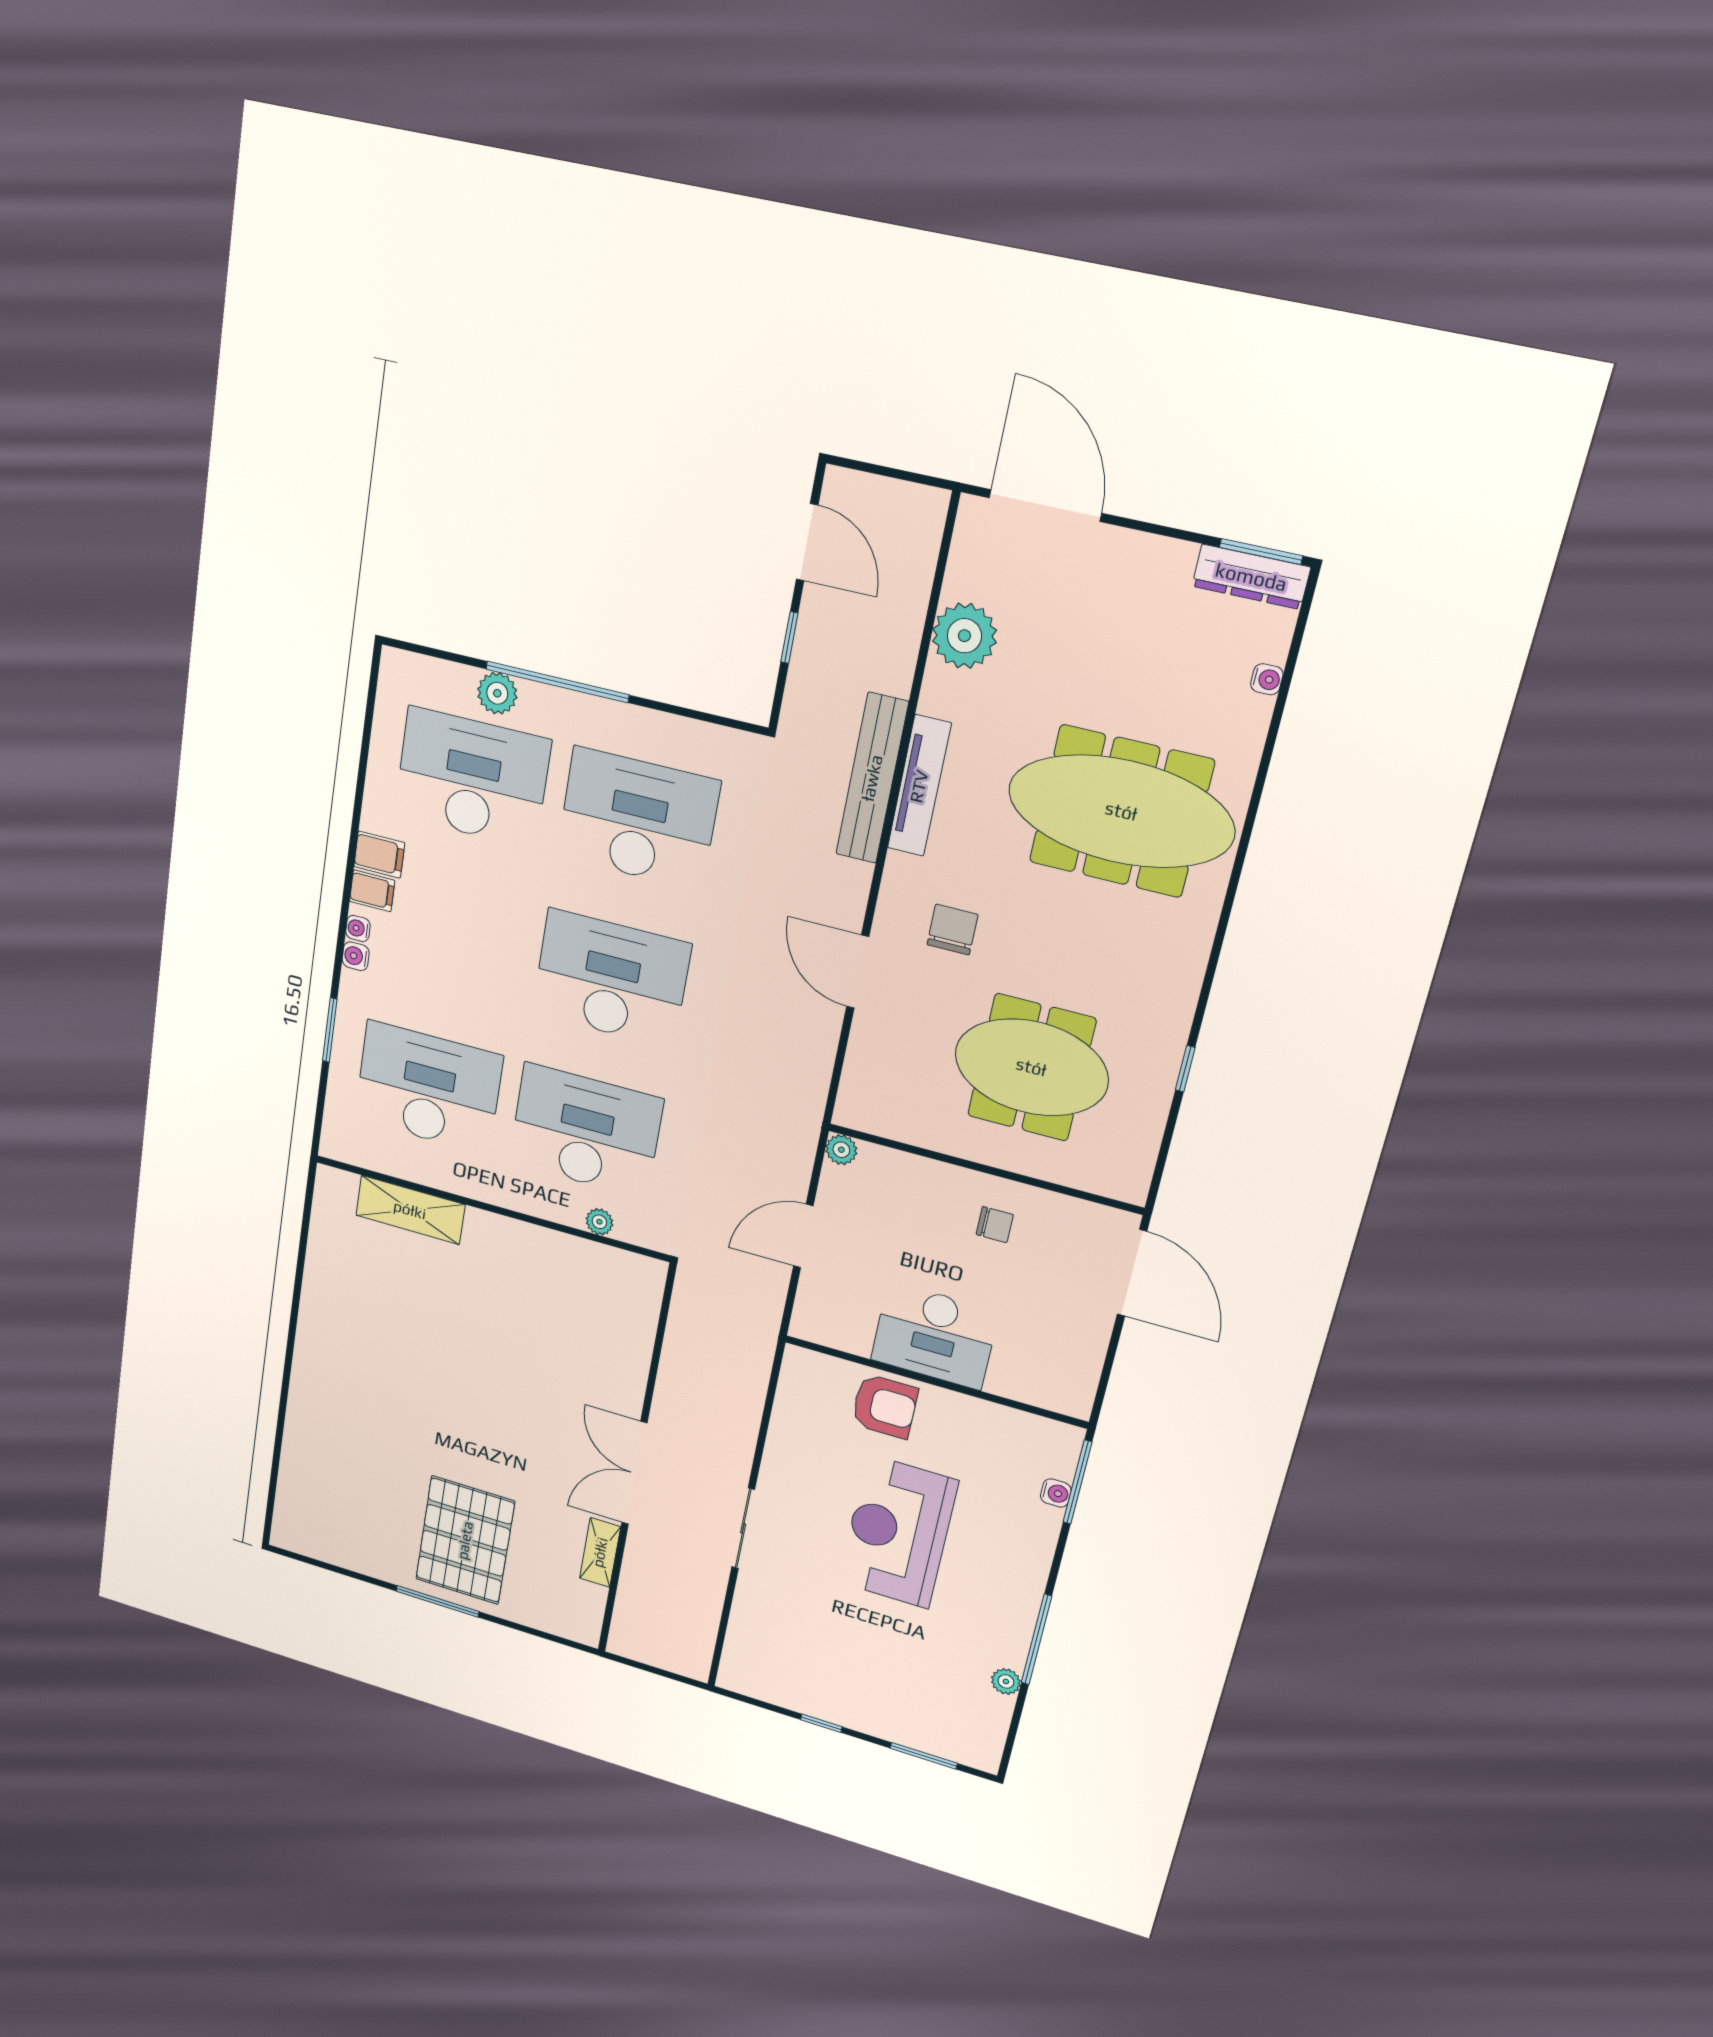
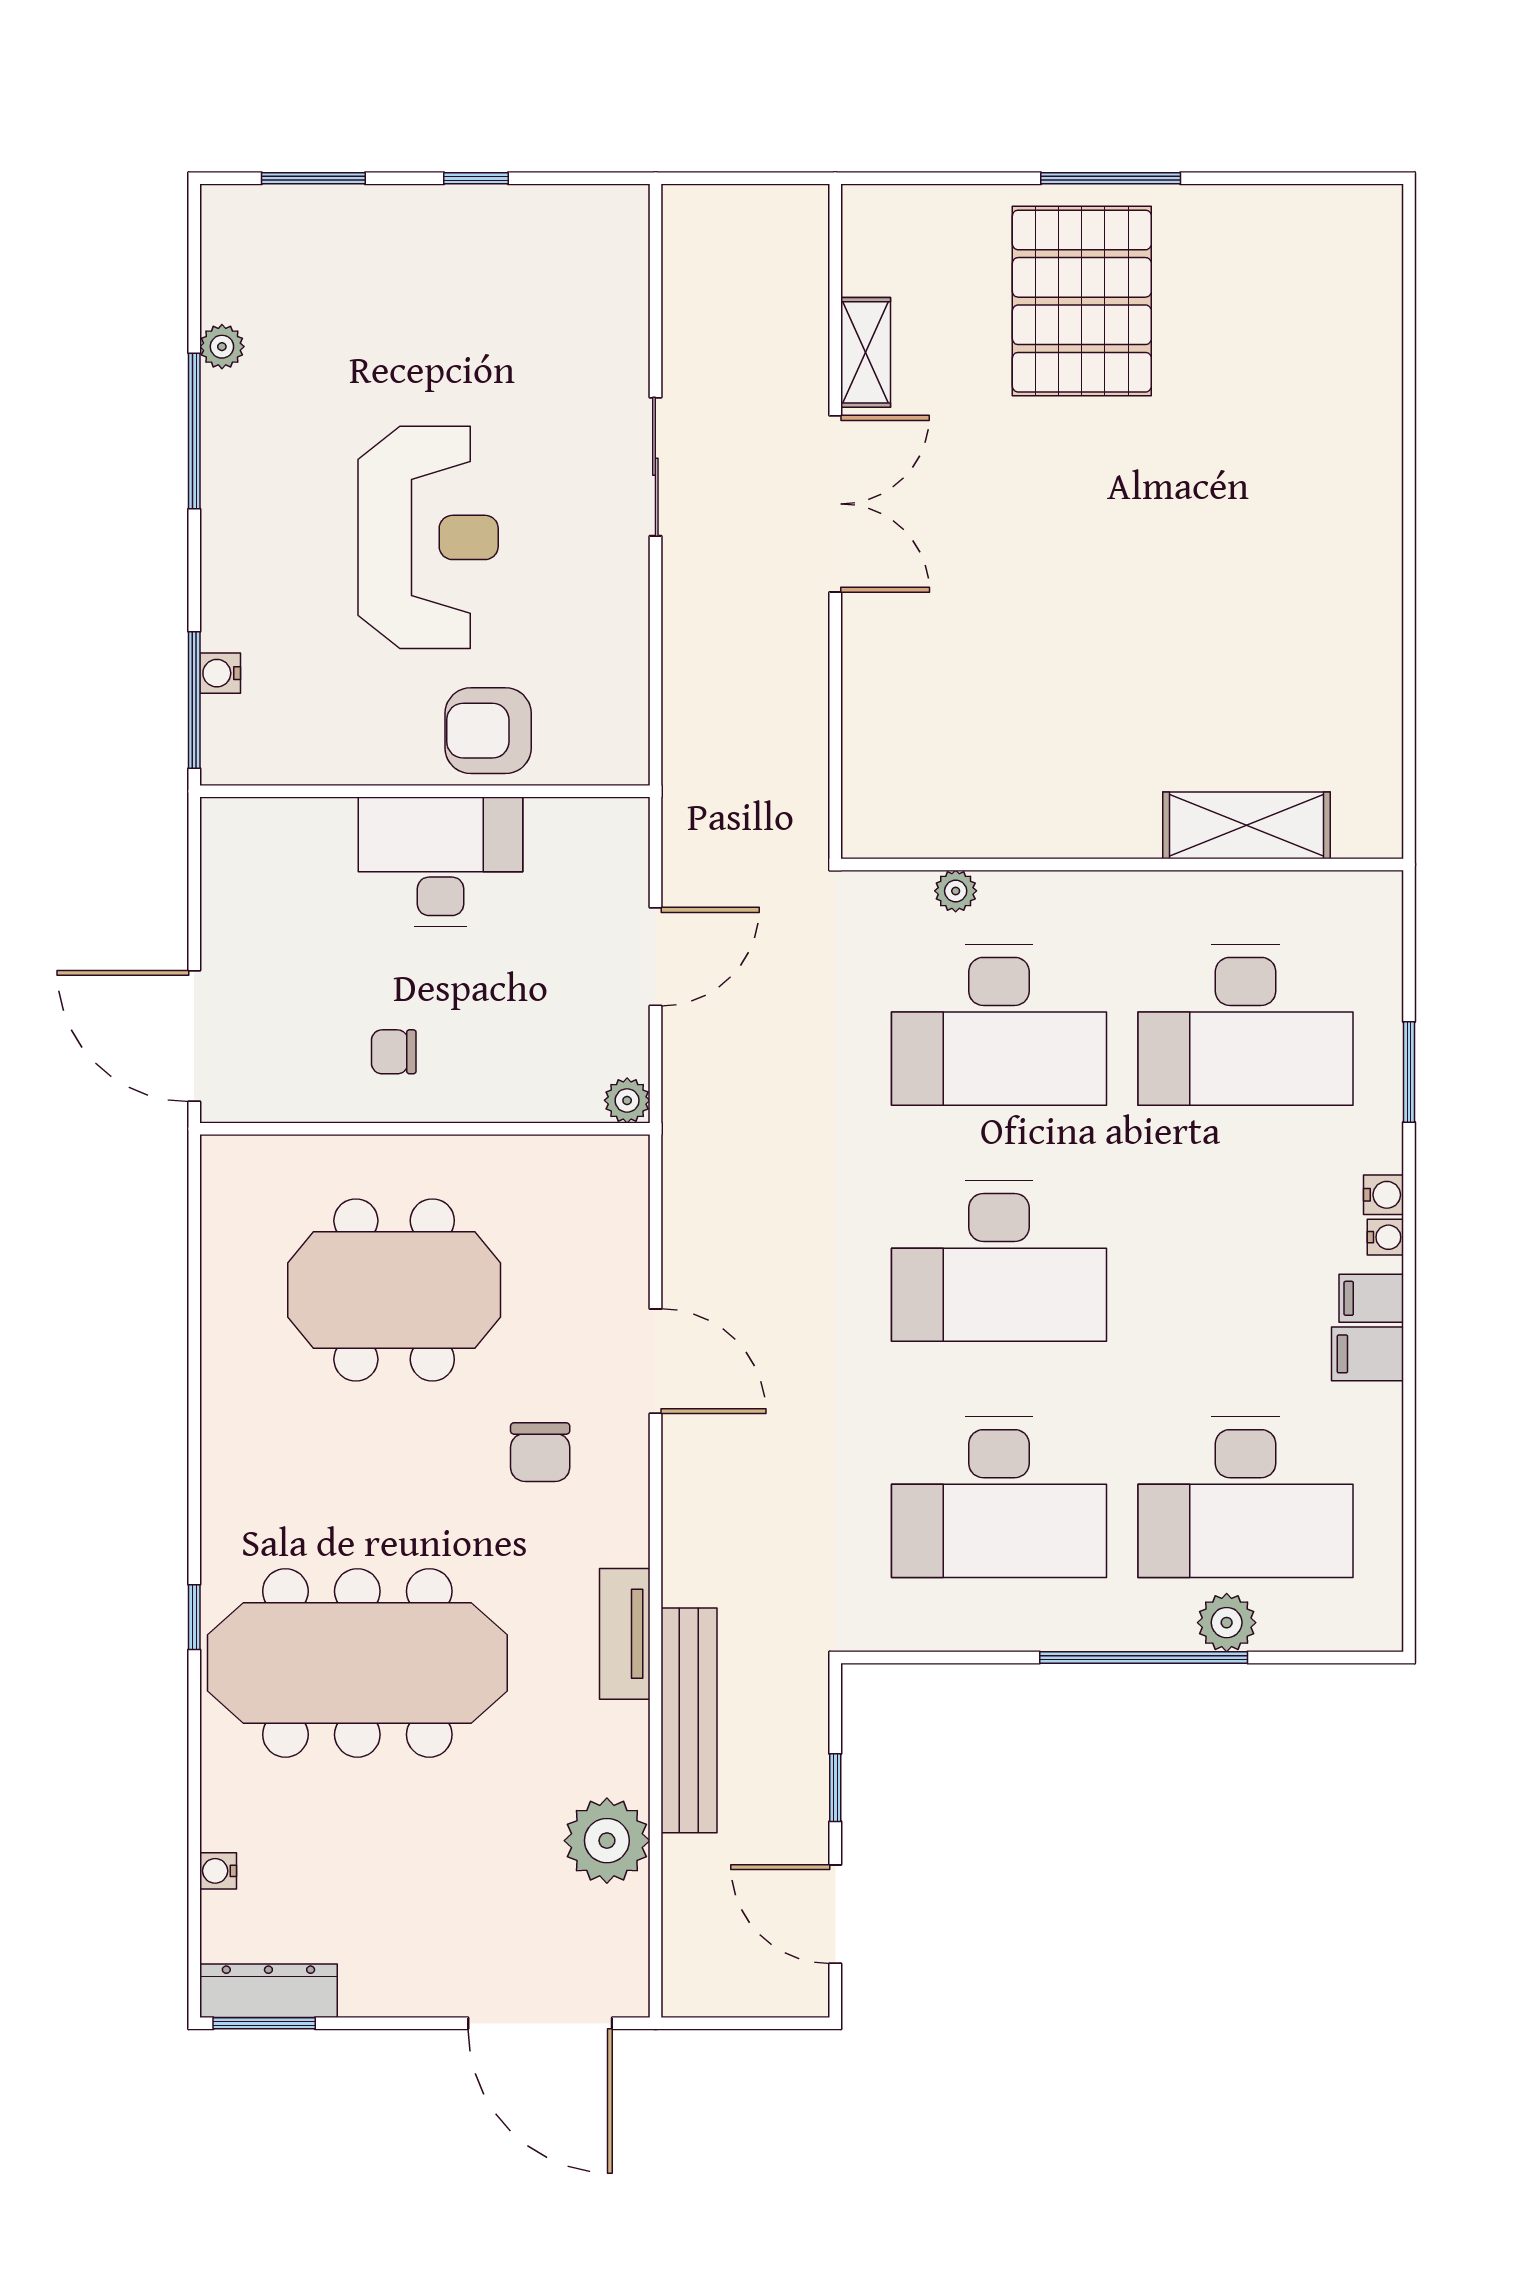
bench: (872, 778) -> (689, 1720), moved
tv unit: (919, 786) -> (625, 1634), width x0.71
window: (1185, 1069) -> (194, 1617), moved

